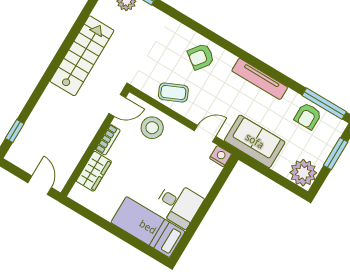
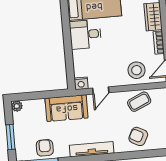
armchair: (201, 57) -> (138, 136), turned -99
plant: (303, 173) -> (17, 106), width x0.53, depth x0.53

